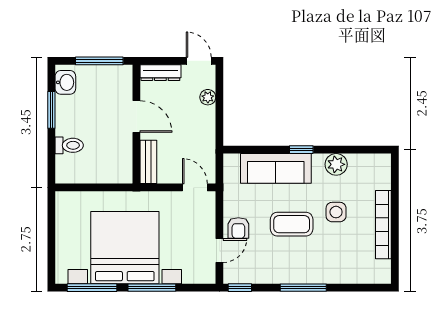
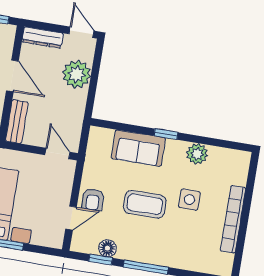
plant: (208, 97) -> (77, 74), width x1.88, depth x1.88
sofa: (276, 168) -> (138, 148), width x0.73
floor lamp: (261, 275) -> (107, 248), added
window: (240, 288) -> (101, 260), moved

